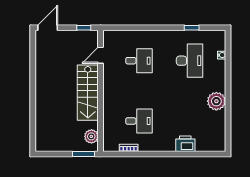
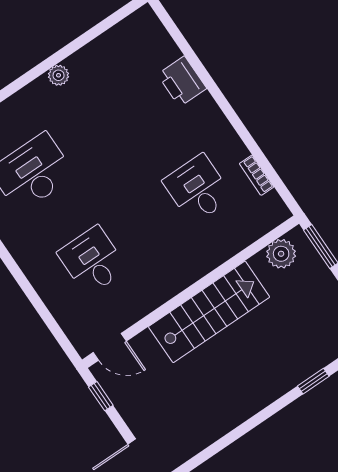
door: (101, 55) -> (110, 347), moved
plant: (216, 101) -> (59, 75), width x0.53, depth x0.53
window: (33, 115) -> (313, 381), added

